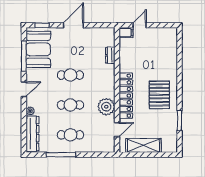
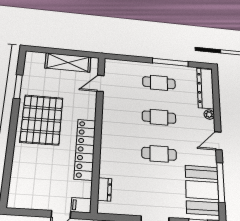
dresser: (110, 55) -> (105, 189), moved
pallet: (159, 95) -> (42, 120), width x1.37, depth x1.41
locker: (126, 96) -> (85, 149), moved
plant: (106, 107) -> (113, 111), removed

